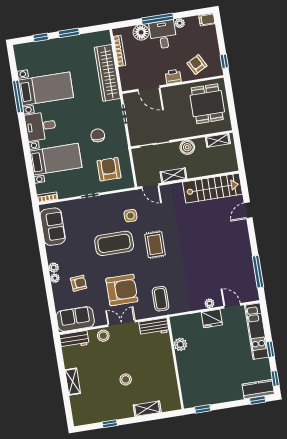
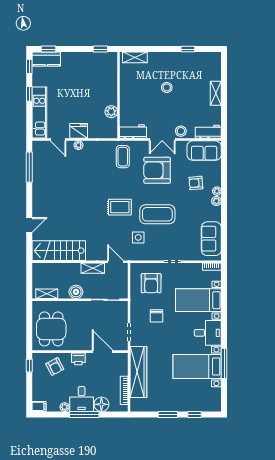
rug: (155, 245) -> (120, 207), turned 90
shelving: (147, 409) -> (135, 57), moved

